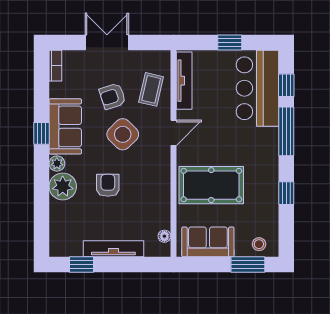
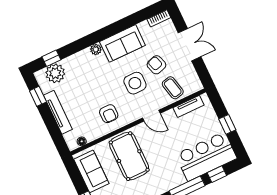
tv unit: (184, 81) -> (189, 106), width x0.71
coffee table: (151, 89) -> (173, 88), turned 64
window: (42, 133) -> (51, 58), moved
side table: (123, 134) -> (135, 83), turned 45
armchair: (108, 185) -> (109, 114), moved, turned 90
plant: (63, 186) -> (55, 73), moved

